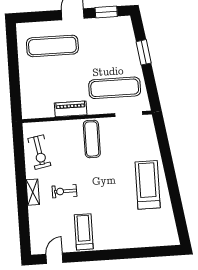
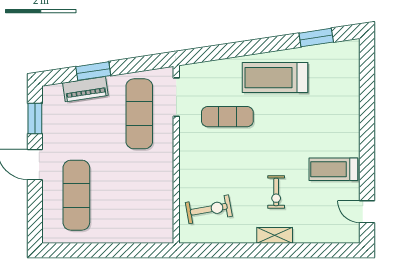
piano: (71, 109) -> (85, 89), moved, turned -99
exercise mat: (92, 139) -> (227, 117), moved
exercise bike: (39, 152) -> (209, 209), moved
window: (179, 213) -> (316, 38), added

